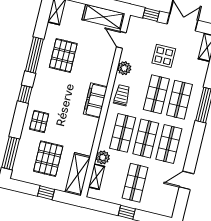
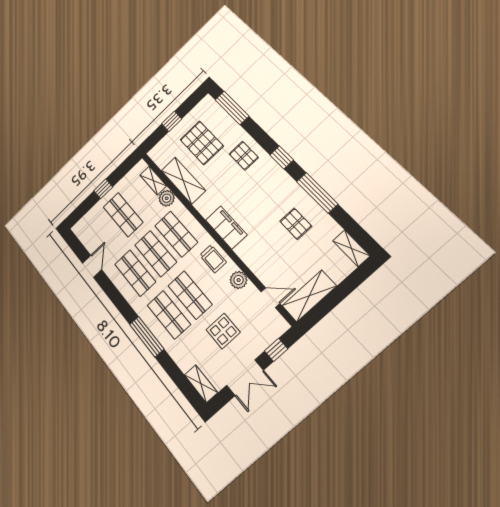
pallet: (63, 55) -> (296, 224), width x0.67, depth x0.71
shelving: (78, 174) -> (183, 181), moved

